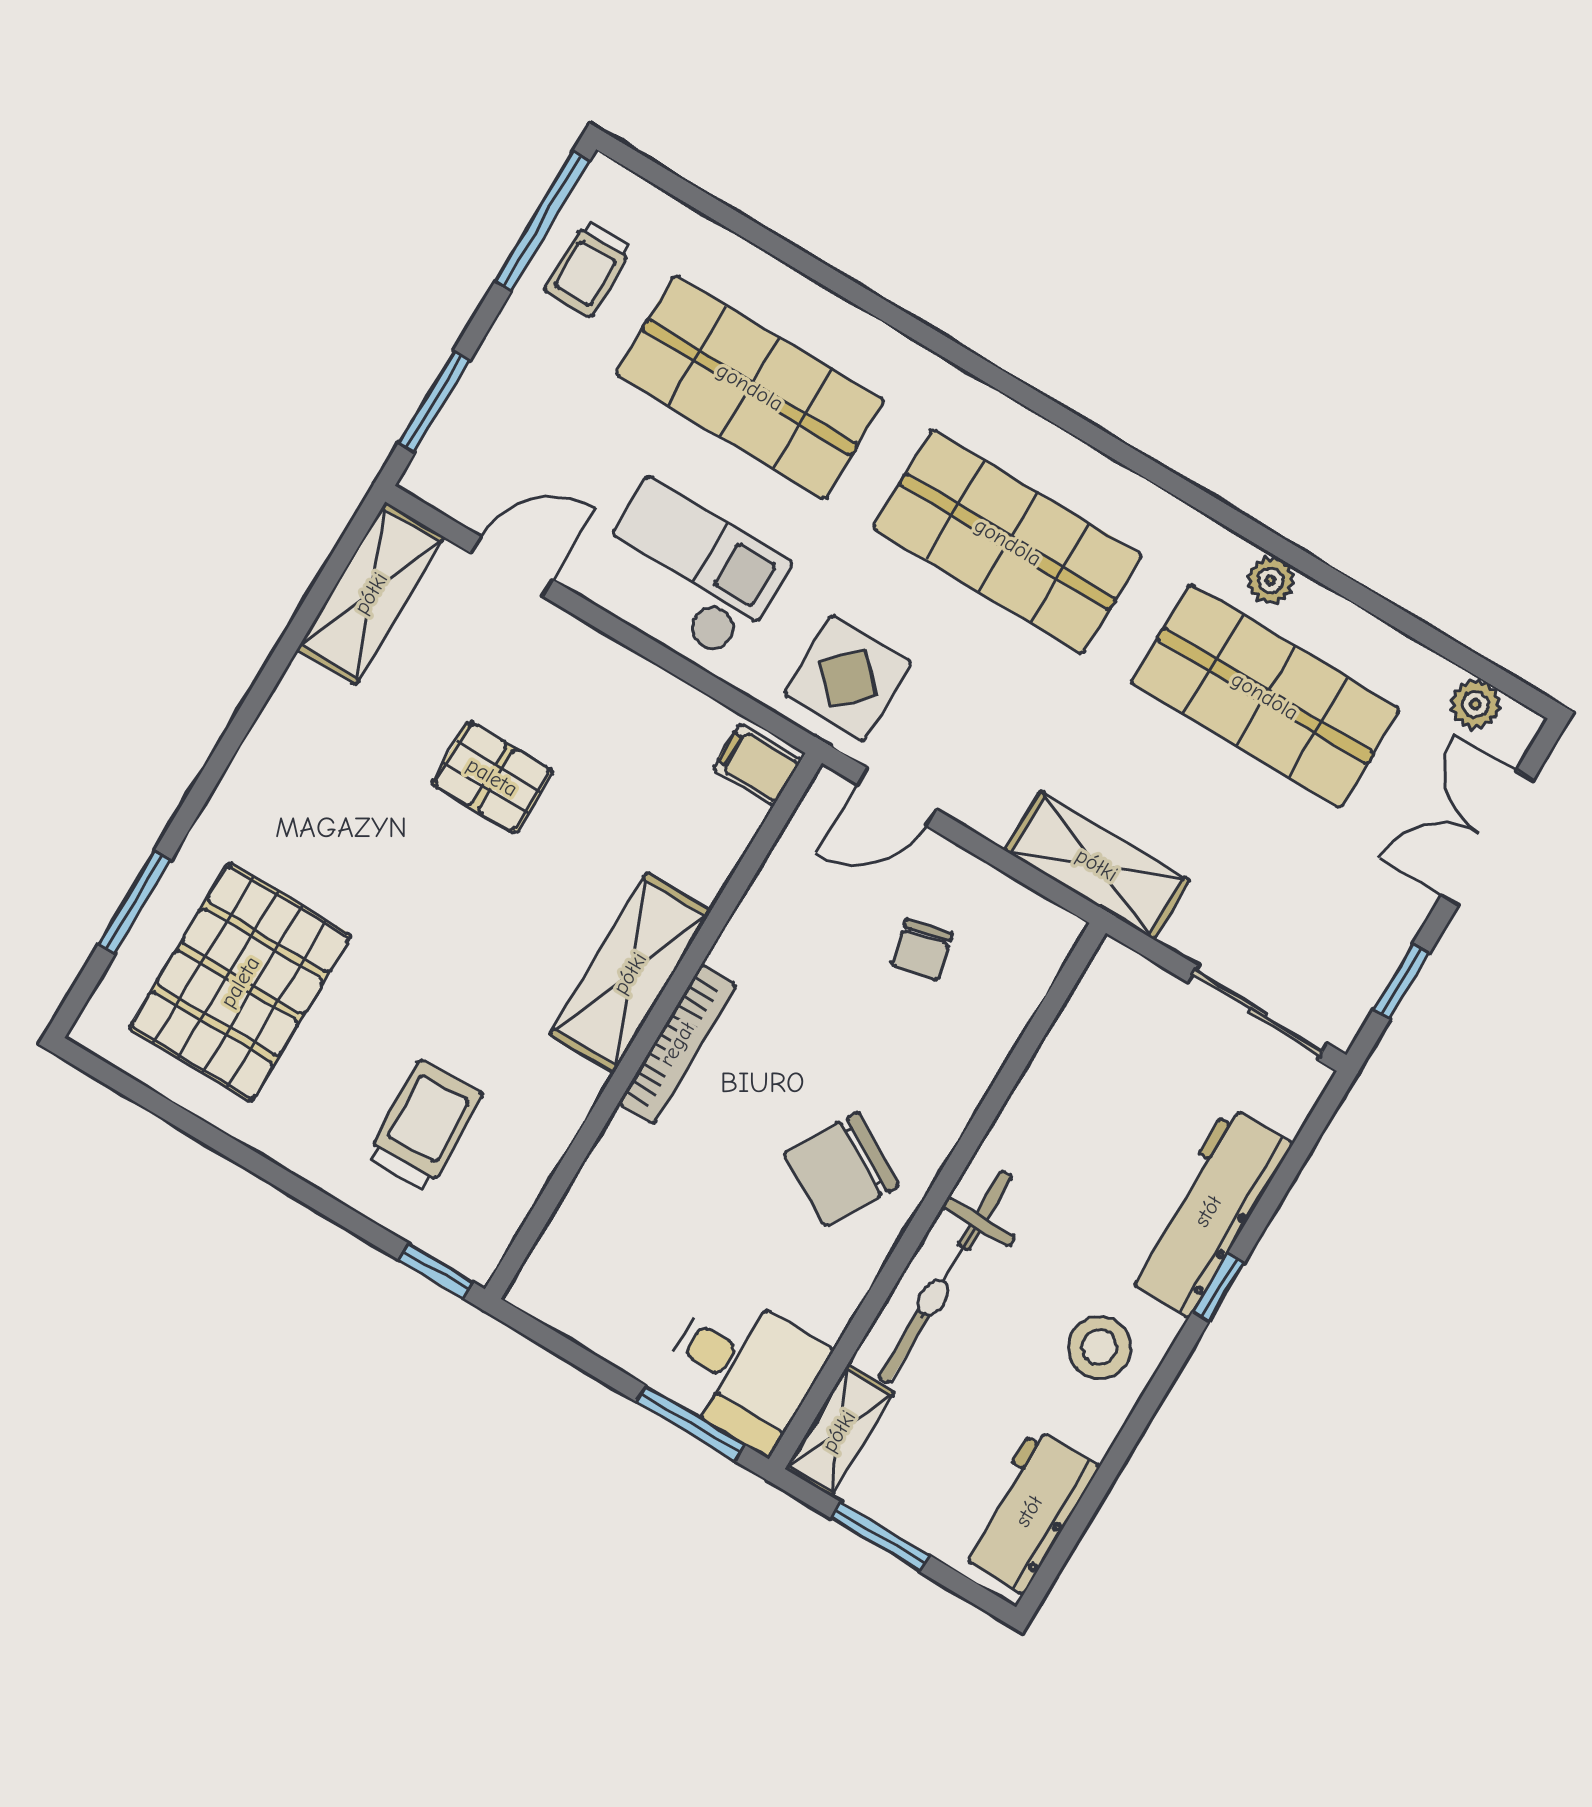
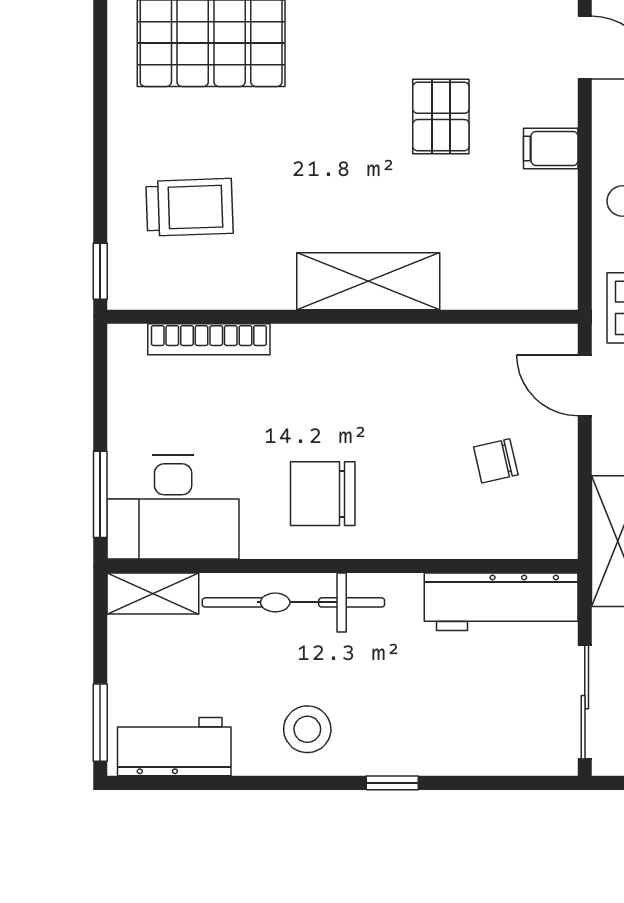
filing cabinet: (757, 765) -> (551, 148), moved, turned -90
bookcase: (677, 1044) -> (209, 339), moved
chair: (841, 1169) -> (323, 494), turned -30
workbench: (1208, 1211) -> (501, 602), moved, turned 180
desk: (743, 1369) -> (173, 507), width x1.37
window: (880, 1537) -> (100, 723), moved

